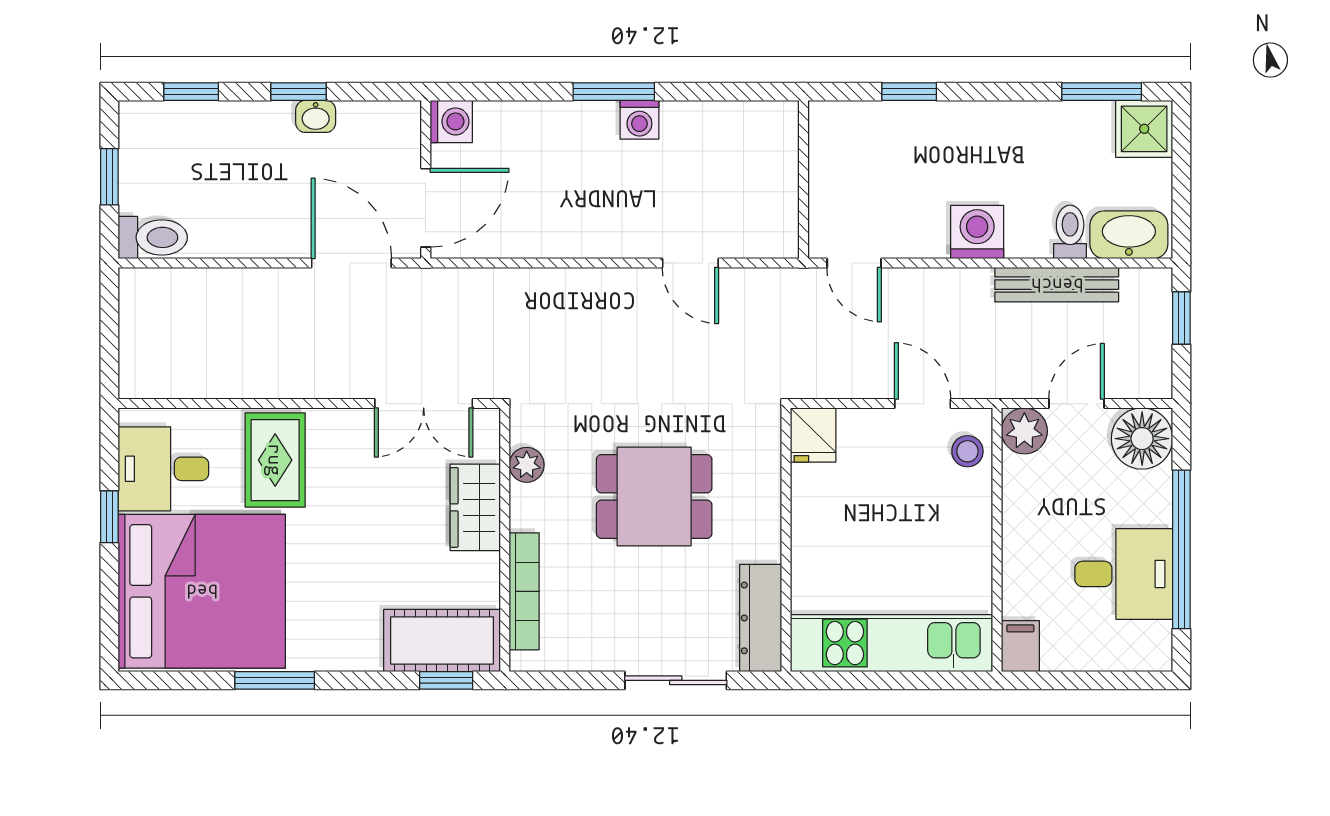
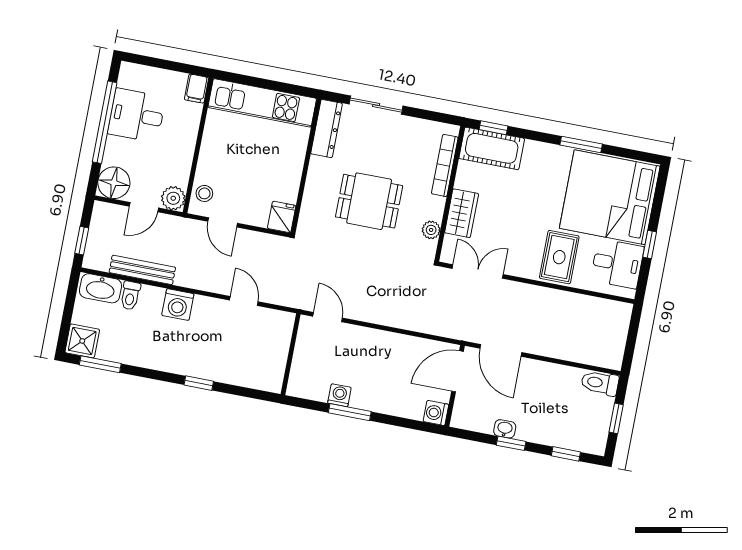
wall: (804, 179) -> (291, 354), moved

